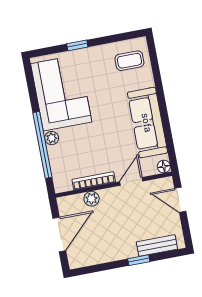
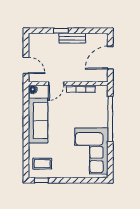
window: (77, 45) -> (41, 180), moved
plant: (52, 138) -> (103, 122), removed
plant: (91, 199) -> (85, 77), removed
bench: (157, 245) -> (72, 38), moved

